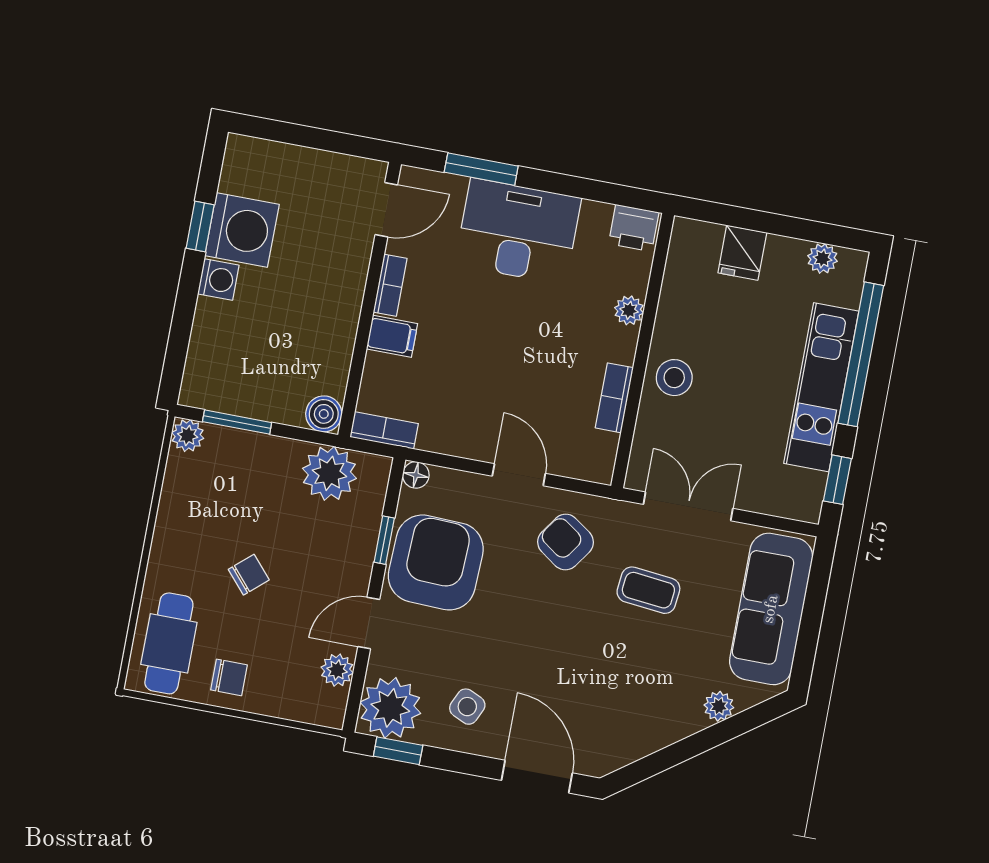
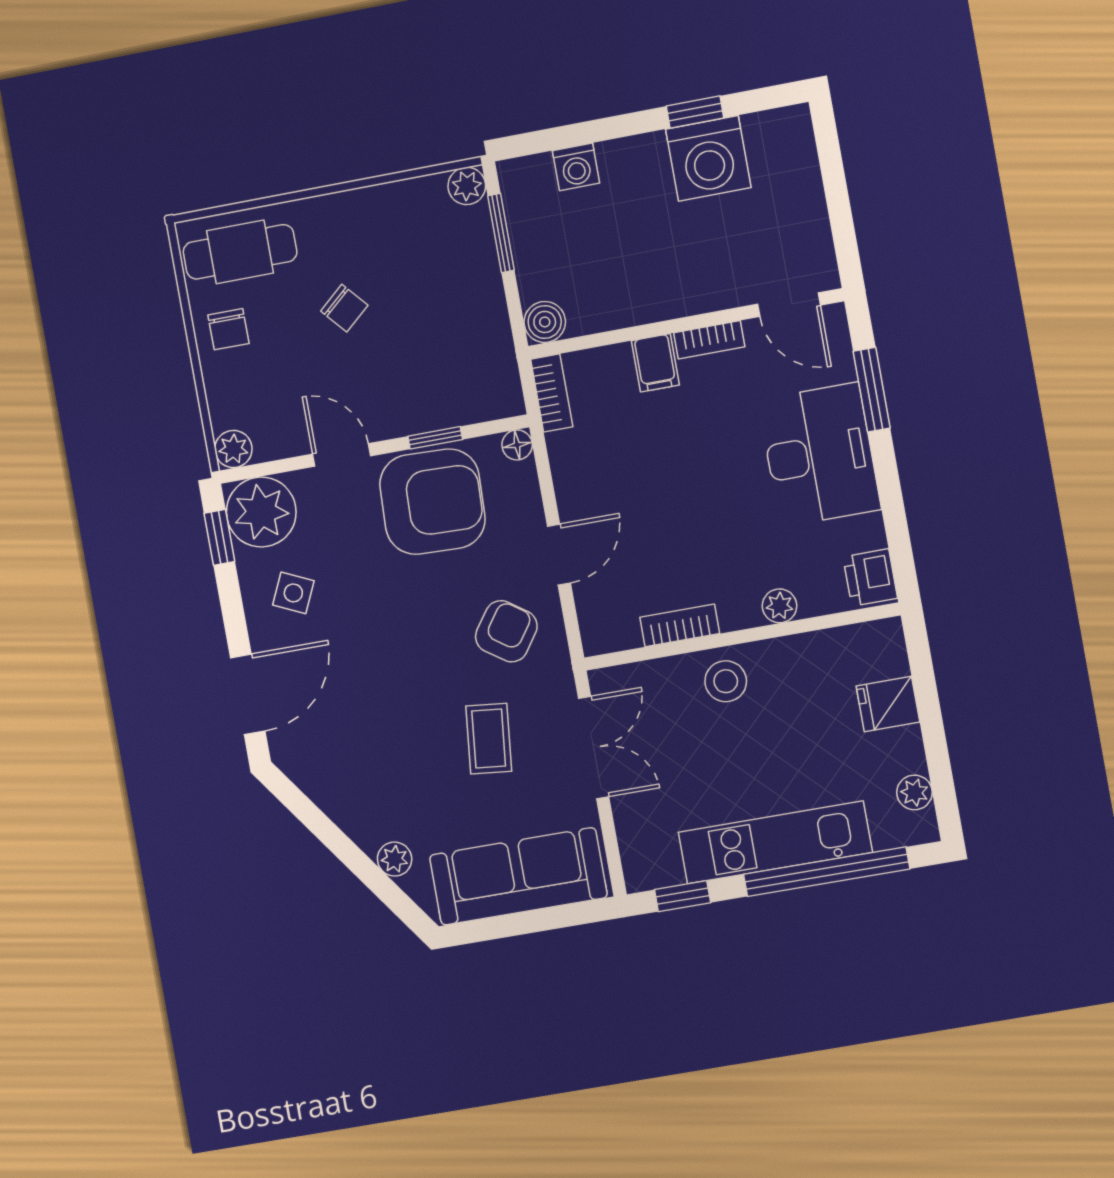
washing machine: (218, 279) -> (576, 167), moved
plant: (329, 473) -> (484, 352), removed
plant: (337, 670) -> (233, 449), moved

